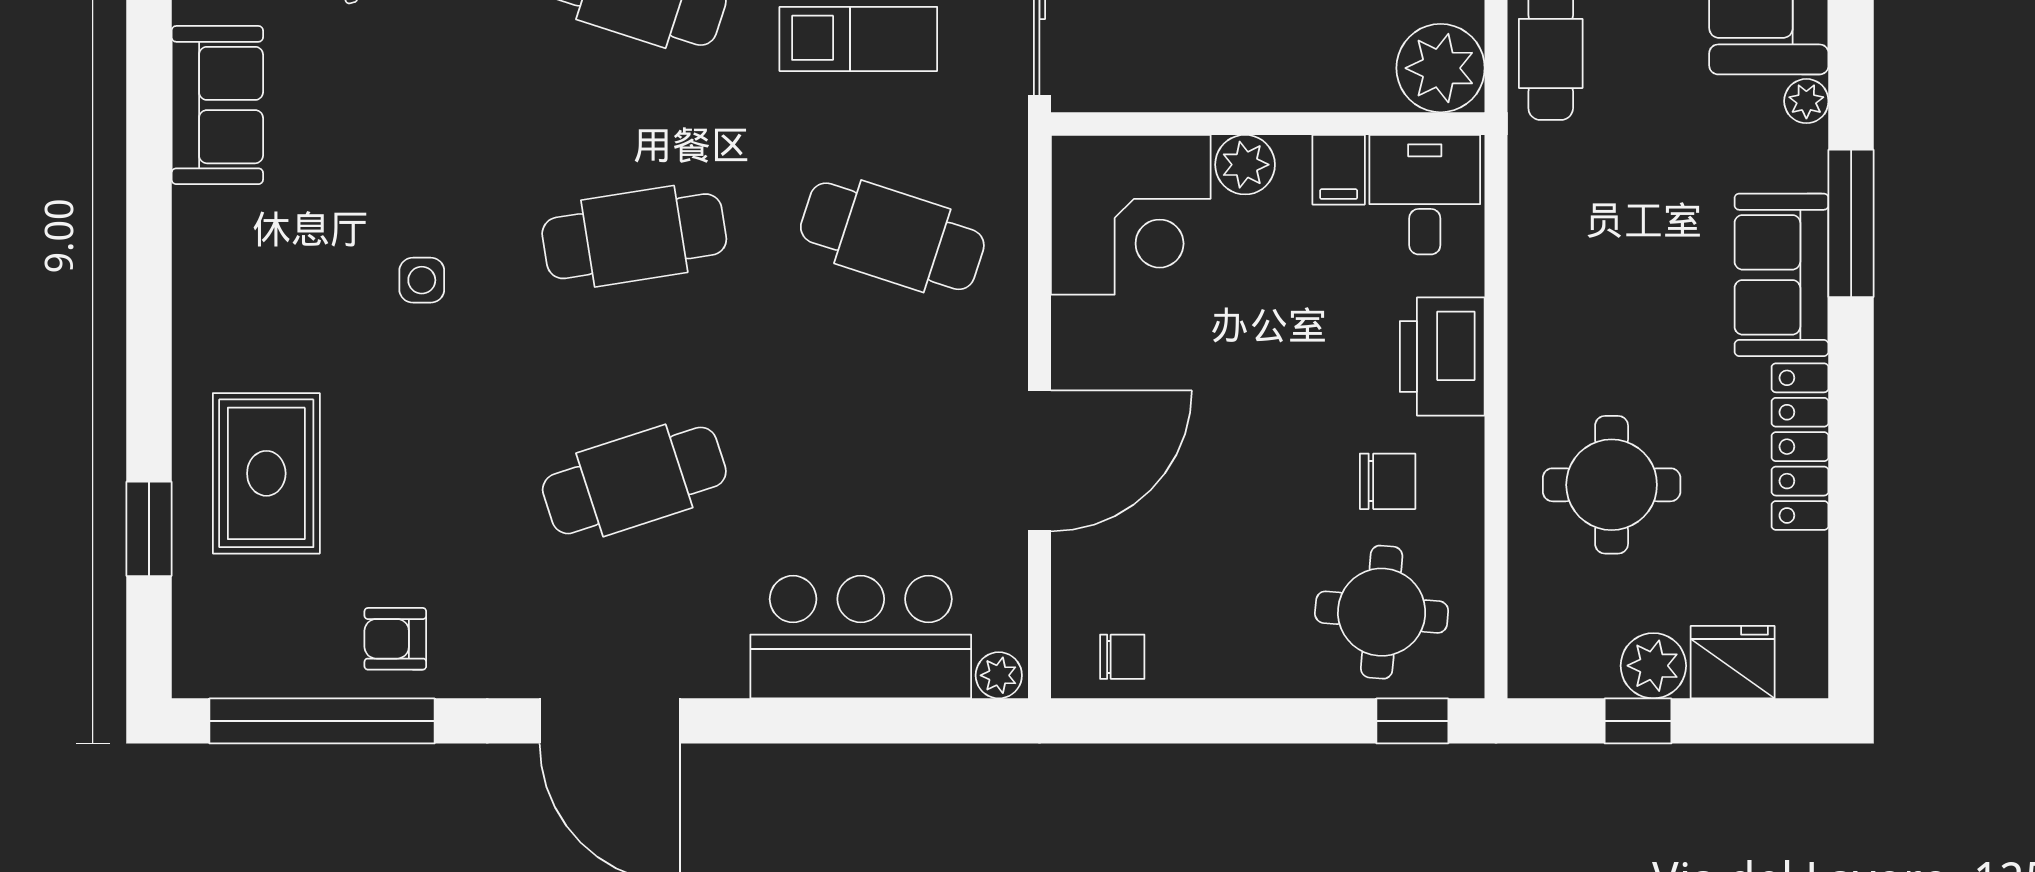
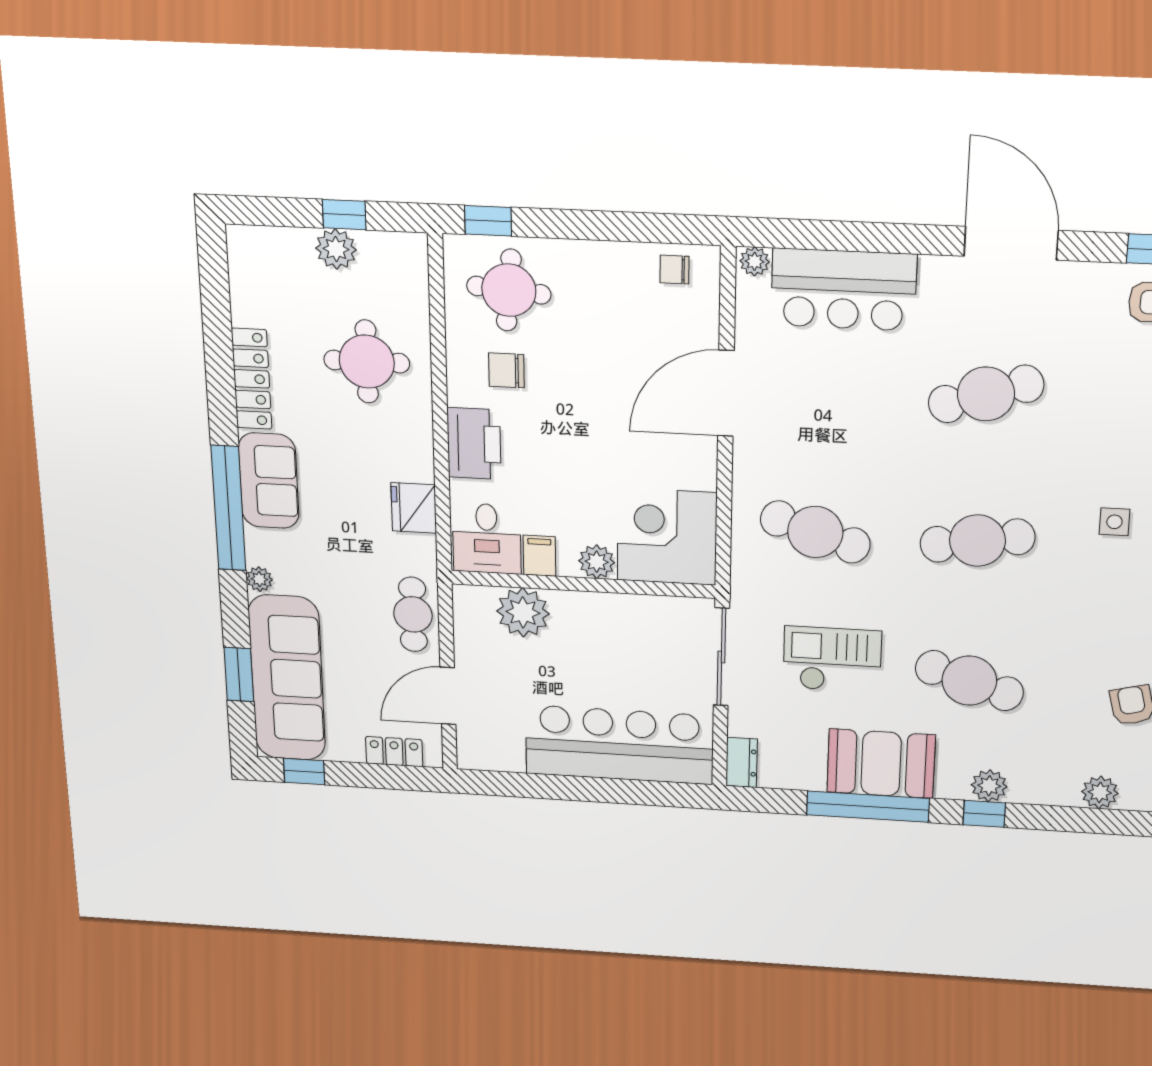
plant: (1441, 68) -> (523, 612), moved
window: (1851, 223) -> (229, 508), width x1.46
fridge: (1733, 662) -> (414, 508), moved, turned 90

